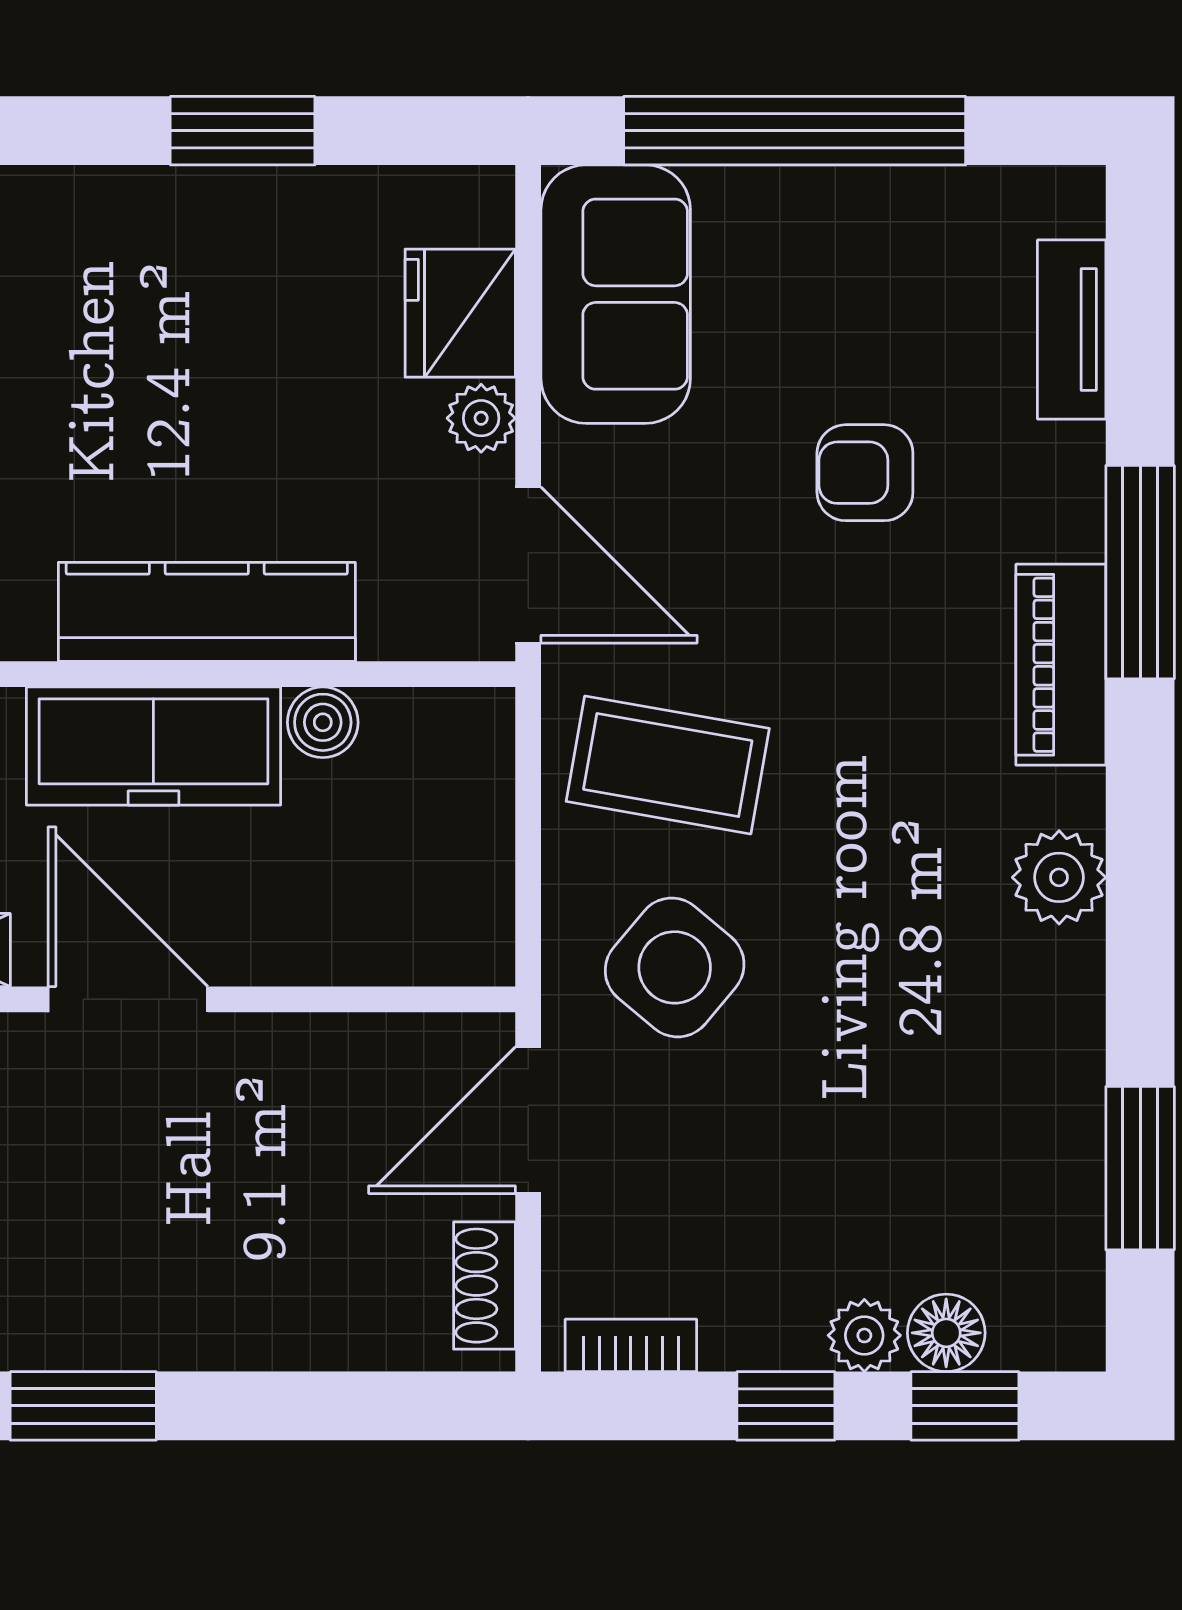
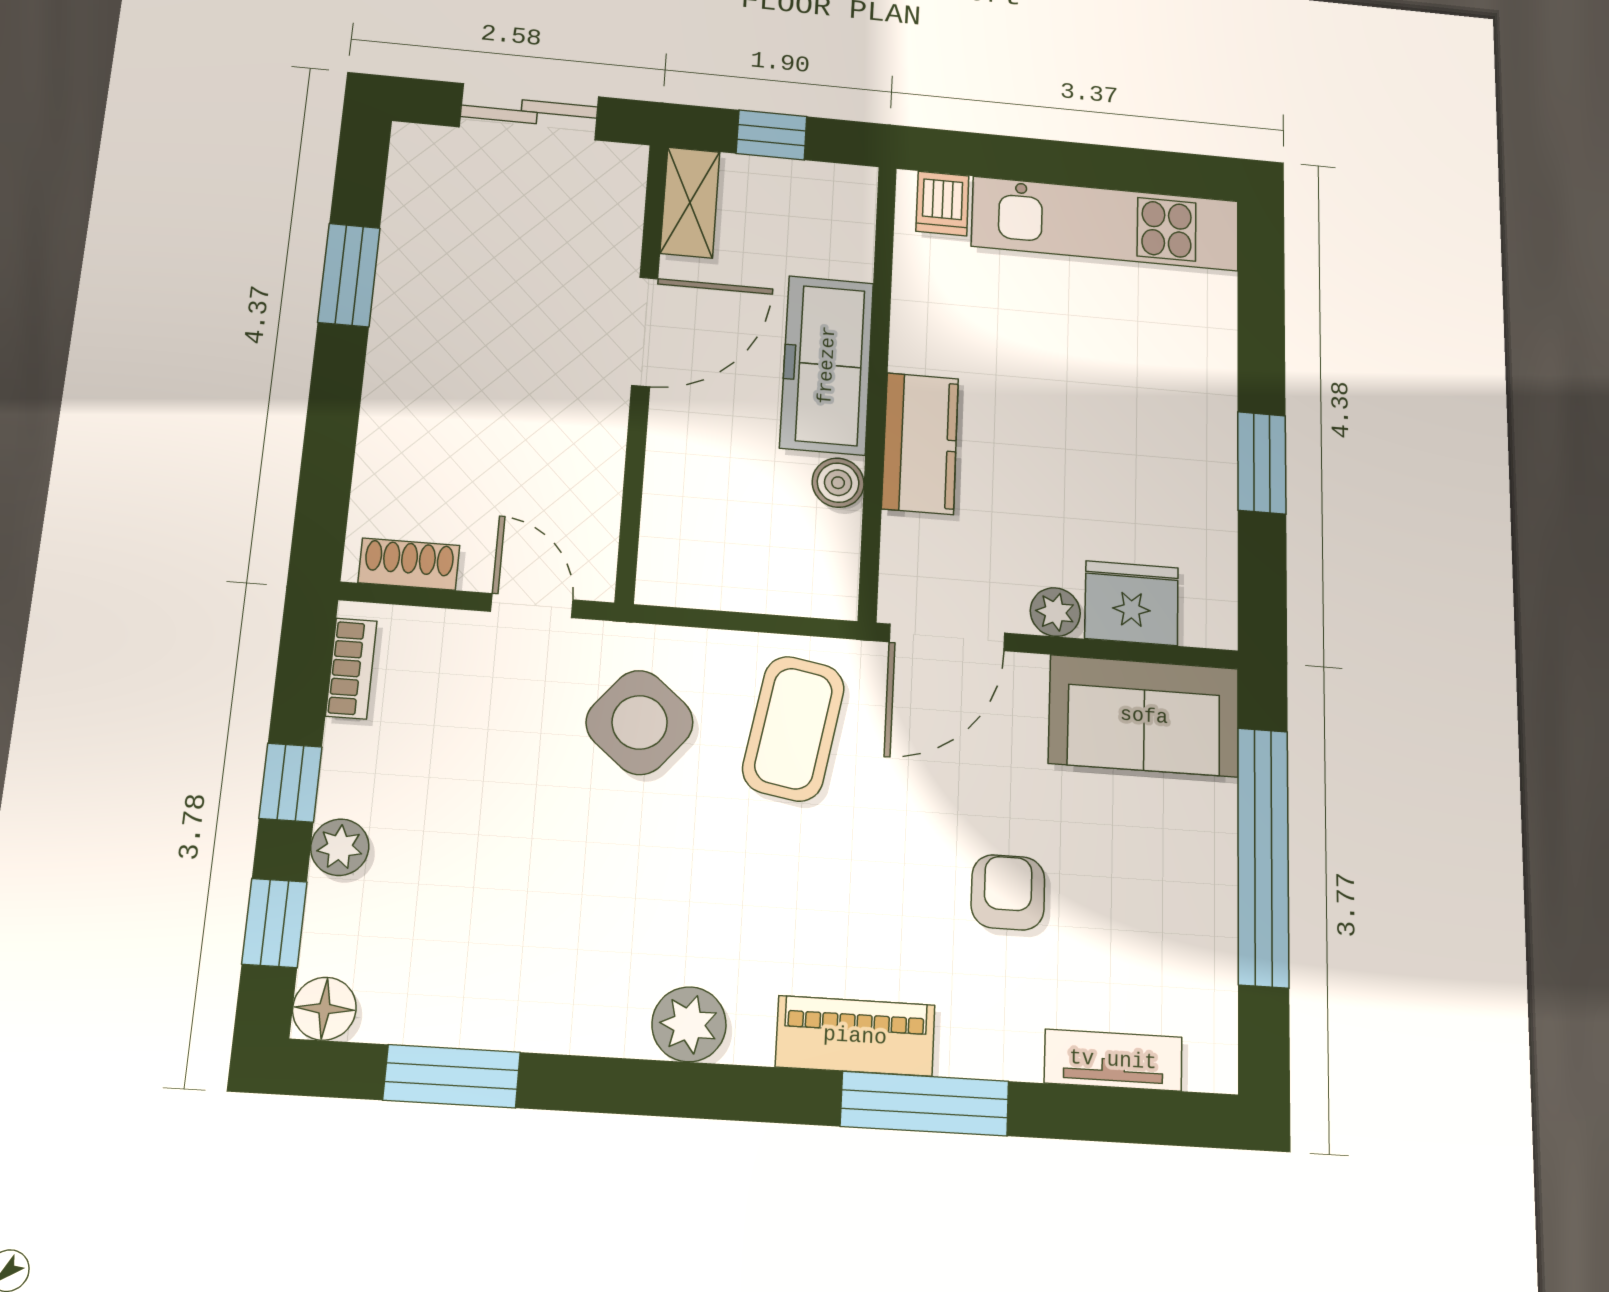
kitchen counter: (207, 612) -> (920, 443), width x0.67
door: (528, 1120) -> (532, 606), width x0.73
floor lamp: (946, 1333) -> (324, 1009), moved

